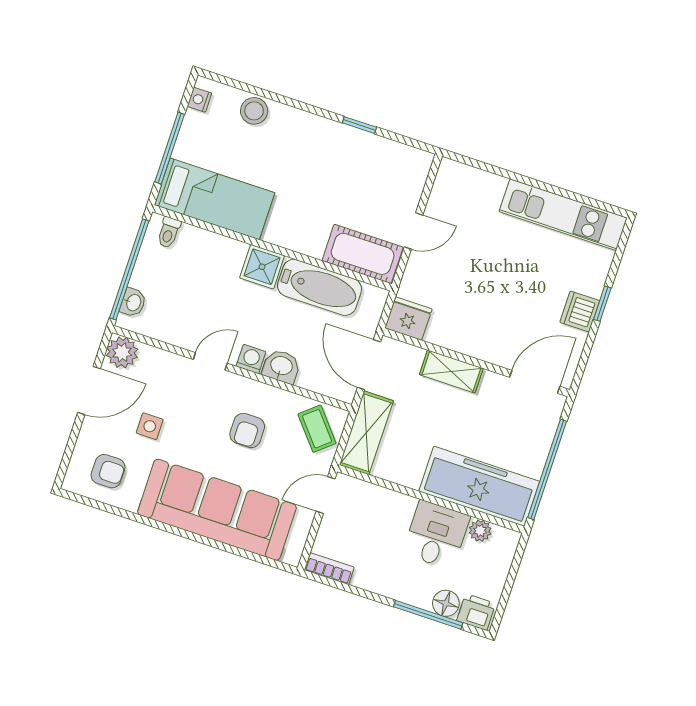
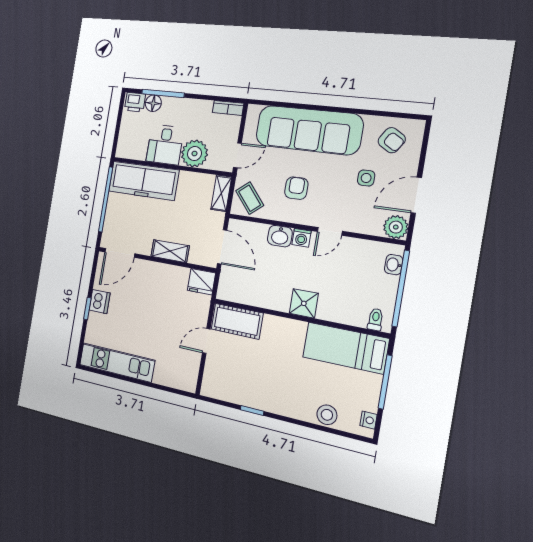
bathtub: (320, 287) -> (262, 294), removed
shelving: (366, 433) -> (221, 193), width x0.67, depth x0.75
armchair: (108, 471) -> (392, 140), turned -148
plant: (480, 531) -> (194, 154), moved, width x1.88, depth x1.88

